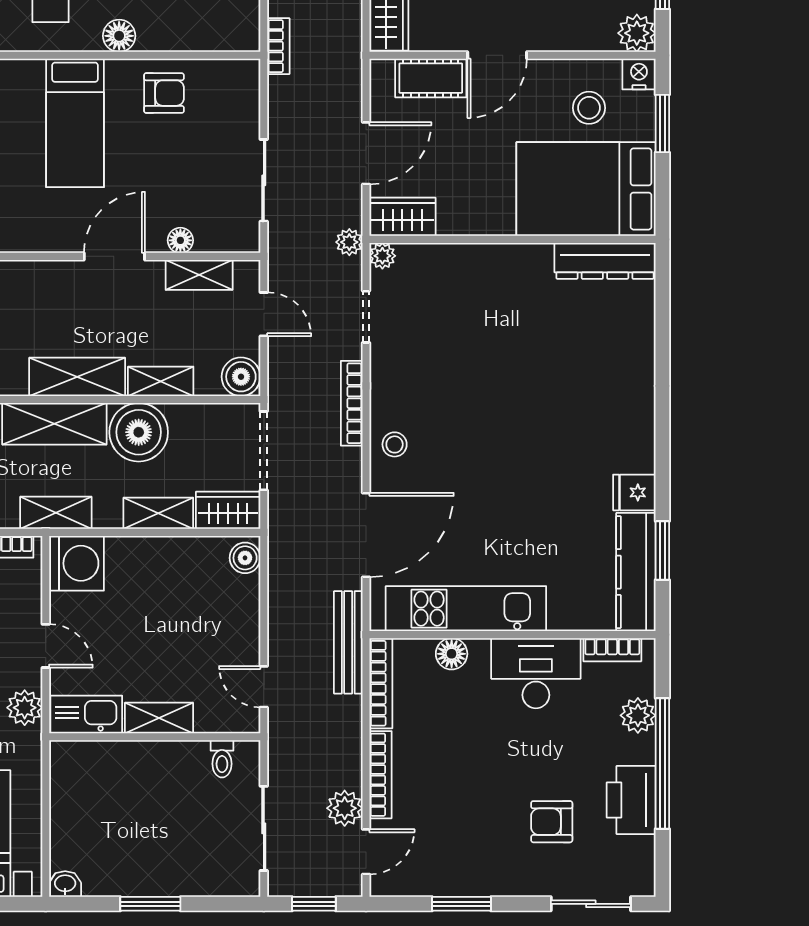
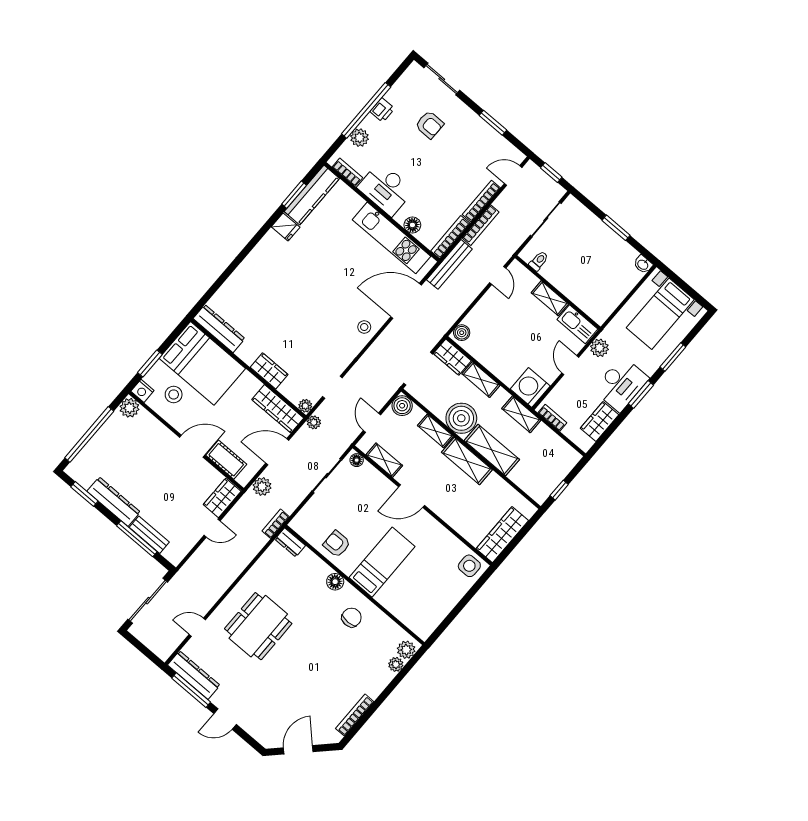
dresser: (234, 37) -> (290, 542), added
wardrobe: (402, 217) -> (278, 409), width x1.50
floor lamp: (180, 240) -> (357, 460), moved
wardrobe: (479, 261) -> (269, 371), added
bookcase: (352, 403) -> (481, 225), moved
printer: (631, 800) -> (382, 110), width x0.53, depth x0.68
plant: (345, 808) -> (262, 487), moved

